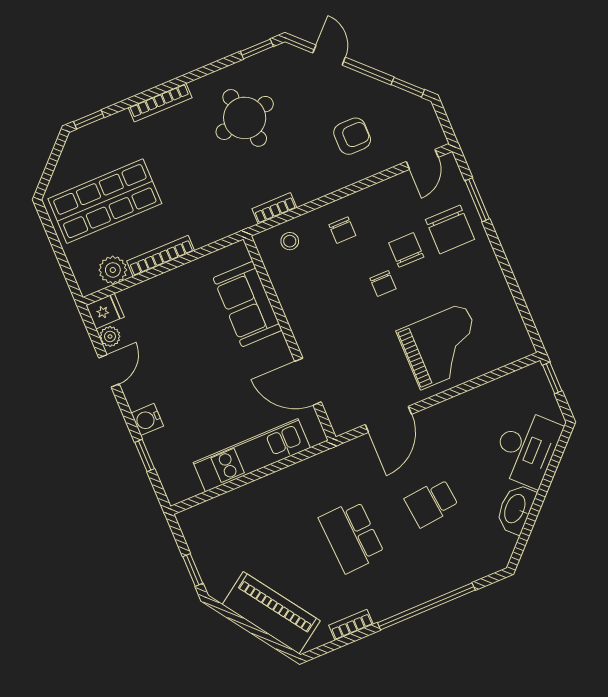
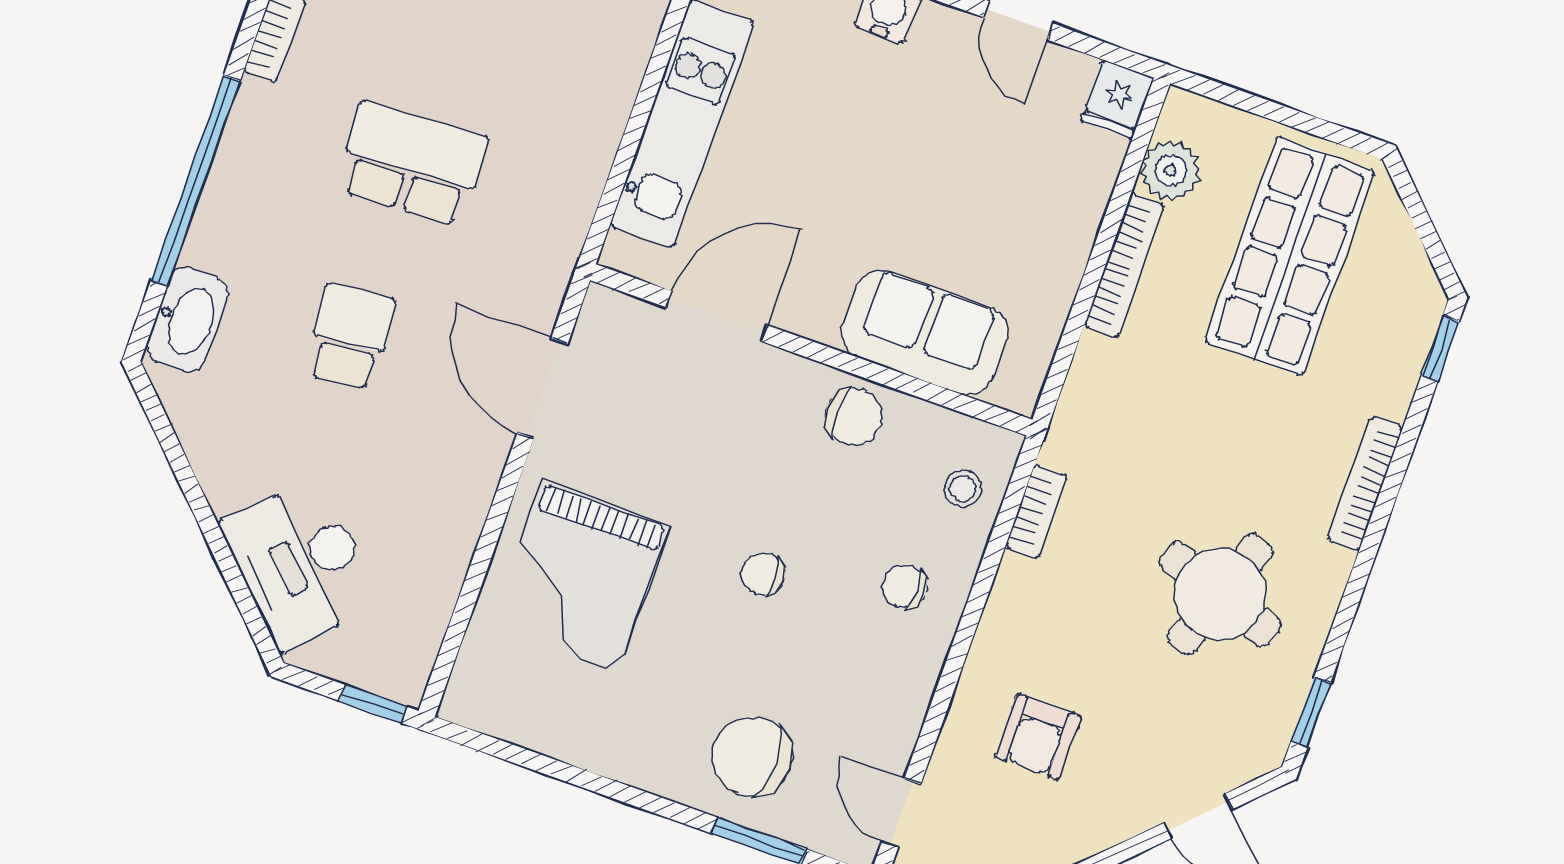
round table: (245, 118) -> (1220, 594), turned 30
chair: (406, 250) -> (854, 417), moved
plant: (110, 336) -> (1071, 71), removed
washbasin: (516, 509) -> (187, 320), moved, turned 45

